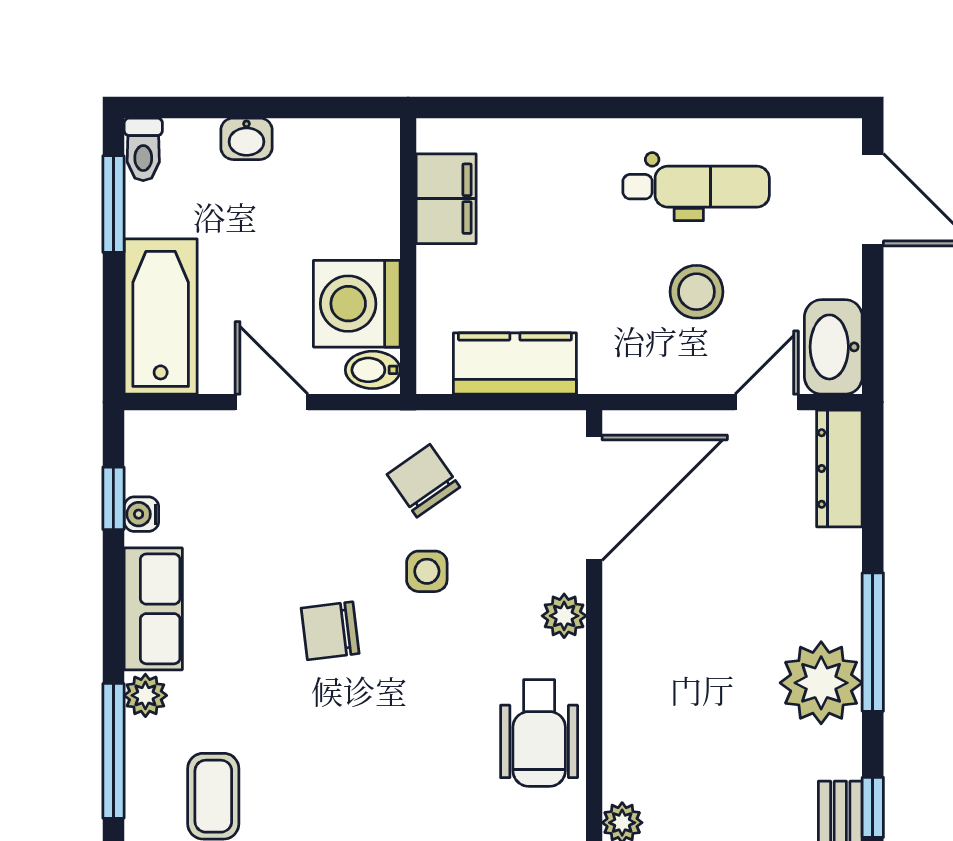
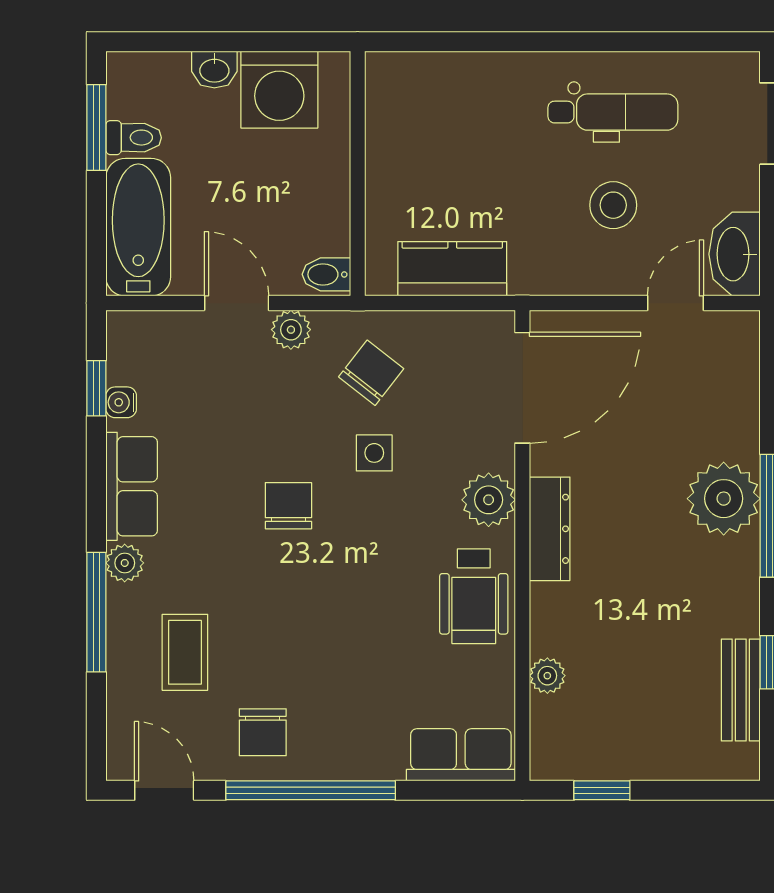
toilet: (143, 149) -> (134, 138), moved, turned -90
filing cabinet: (446, 199) -> (391, 123), removed
washing machine: (357, 304) -> (279, 90), moved, turned -90
plant: (333, 432) -> (291, 330), added
dresser: (839, 468) -> (550, 529), moved, turned 180
chair: (423, 481) -> (371, 373), turned 73
plant: (564, 616) -> (489, 500), width x1.38, depth x1.38
chair: (330, 631) -> (288, 506), turned 97
plant: (821, 683) -> (724, 499), moved

